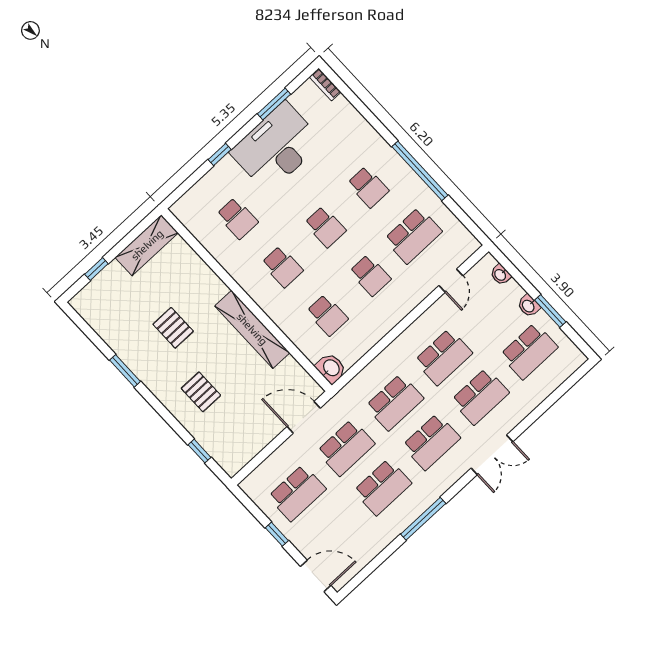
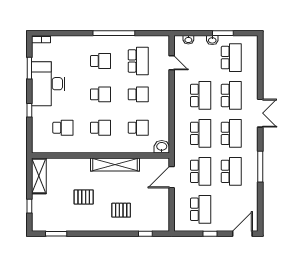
window: (125, 371) -> (56, 234), moved

